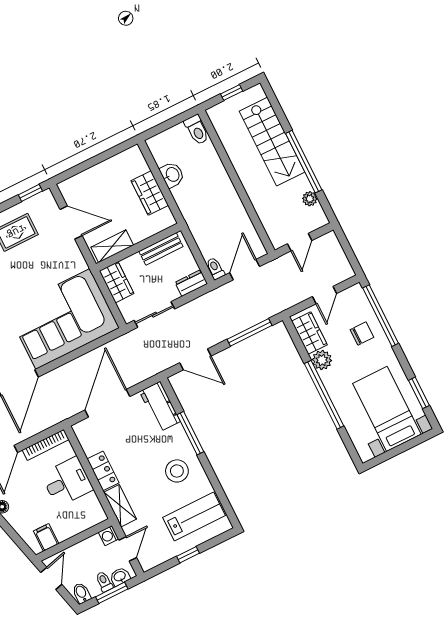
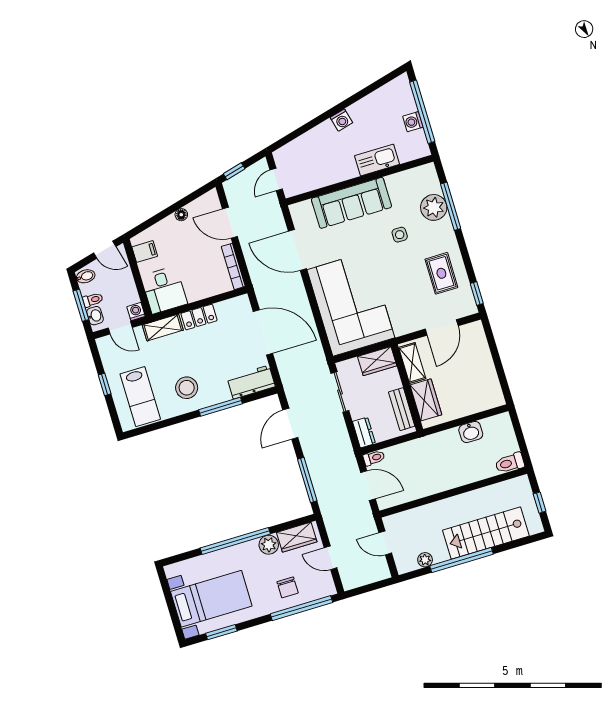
wardrobe: (150, 193) -> (426, 400), moved, turned 90
desk: (67, 482) -> (164, 290), moved

